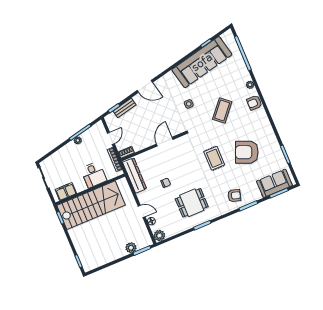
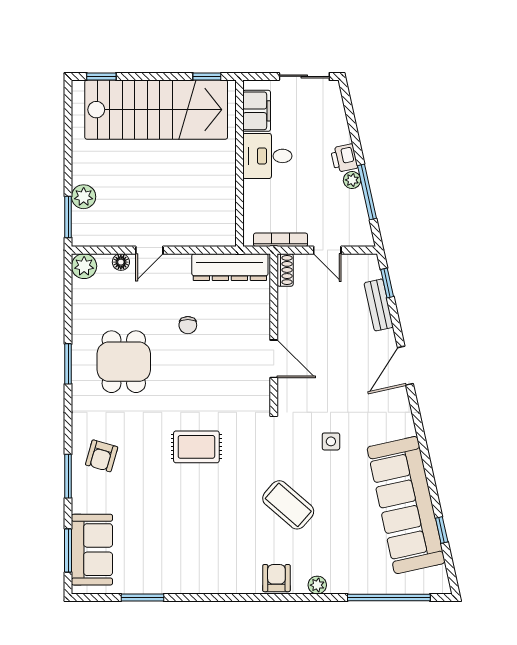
printer: (70, 147) -> (344, 158), added
armchair: (247, 152) -> (181, 520), removed
desk: (94, 175) -> (267, 156), moved
stairs: (91, 205) -> (156, 110), moved, turned -90

